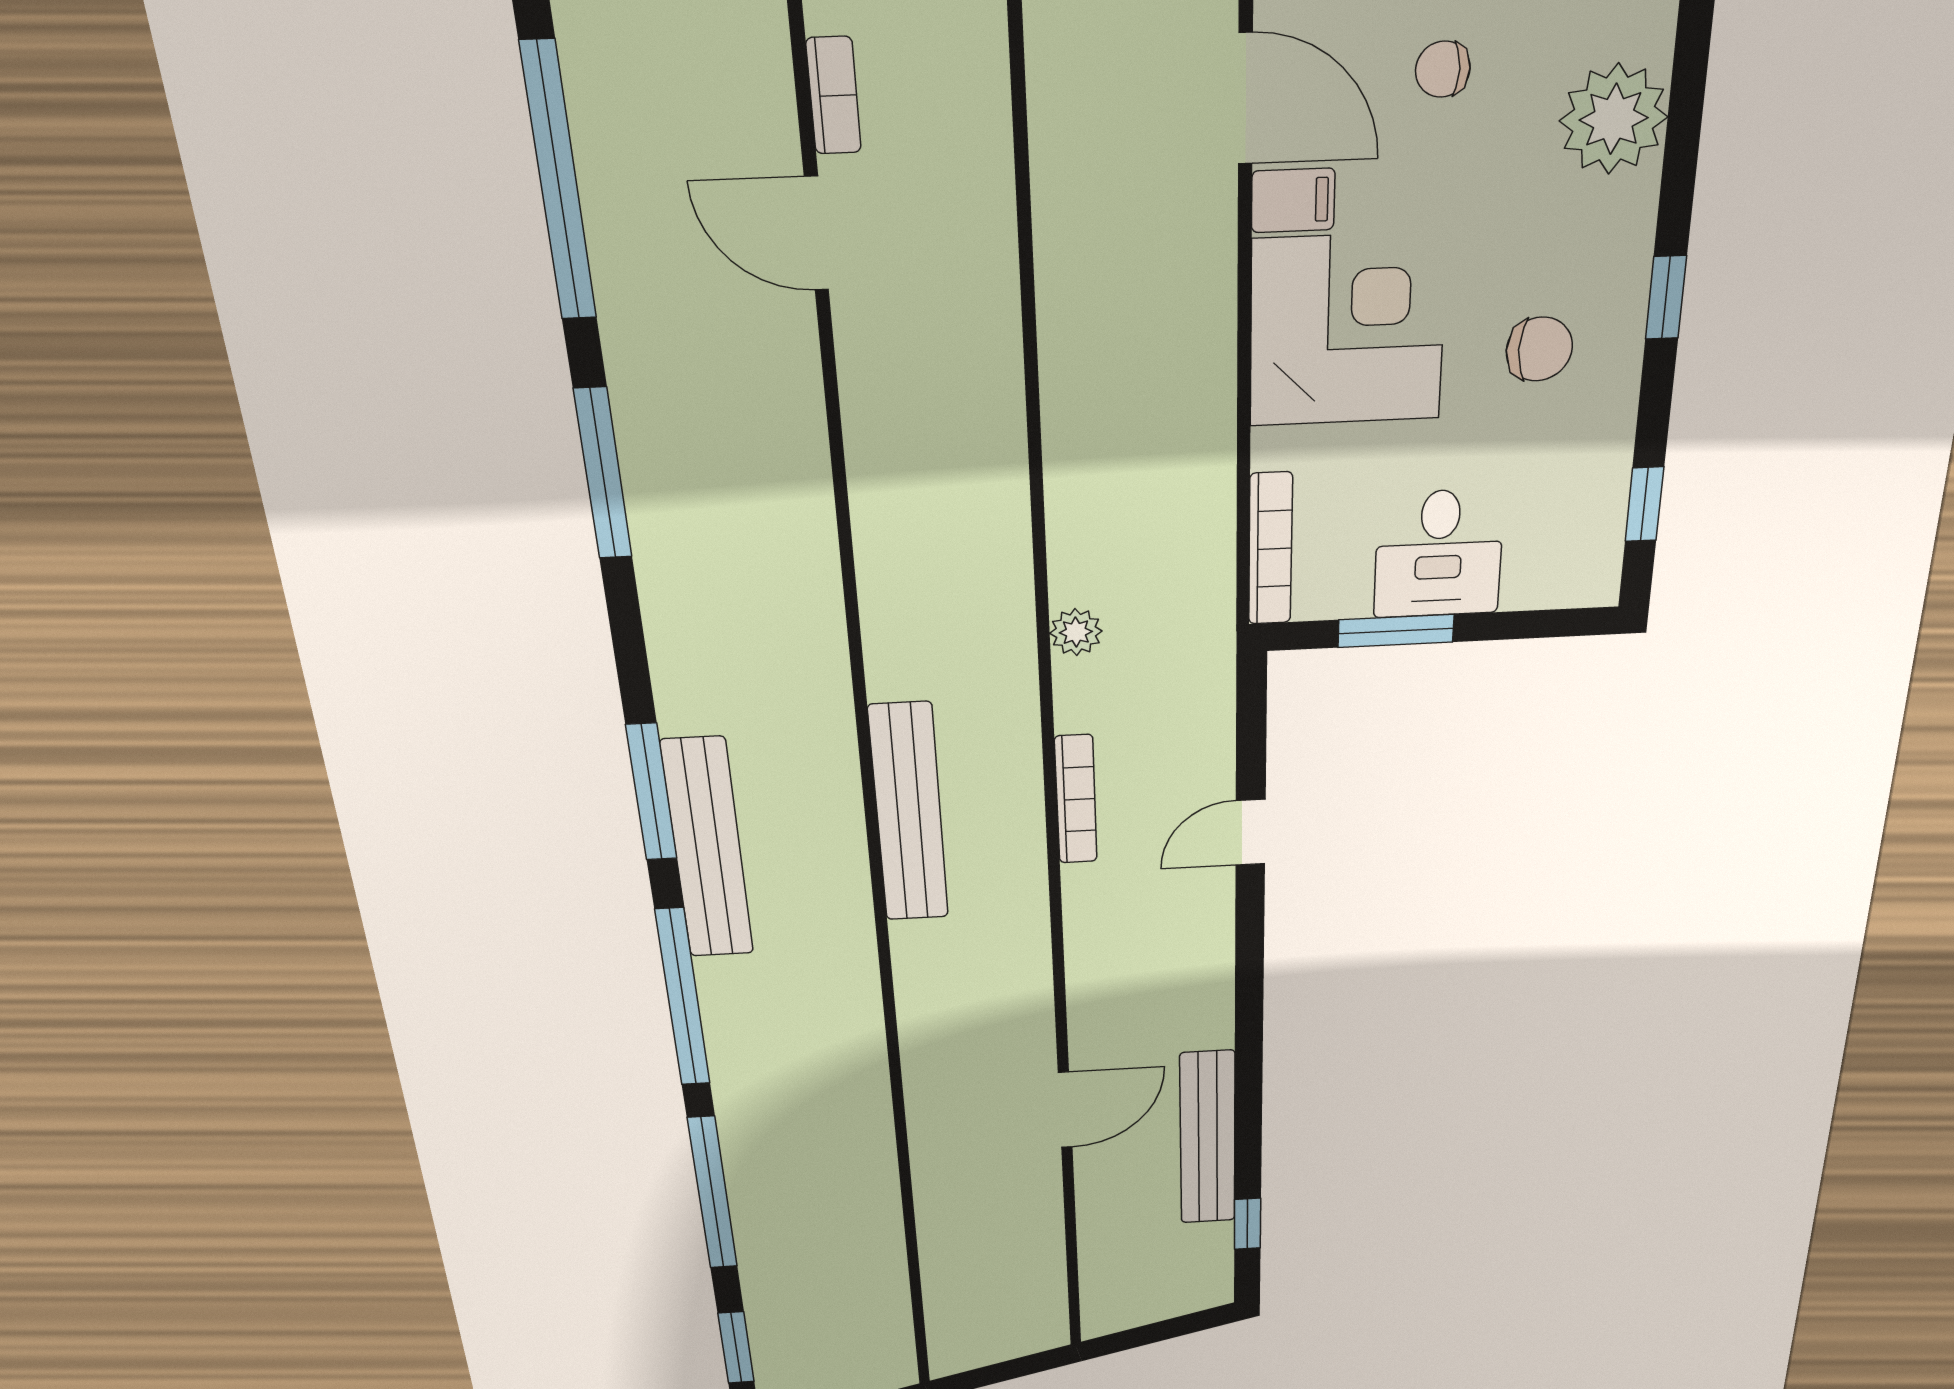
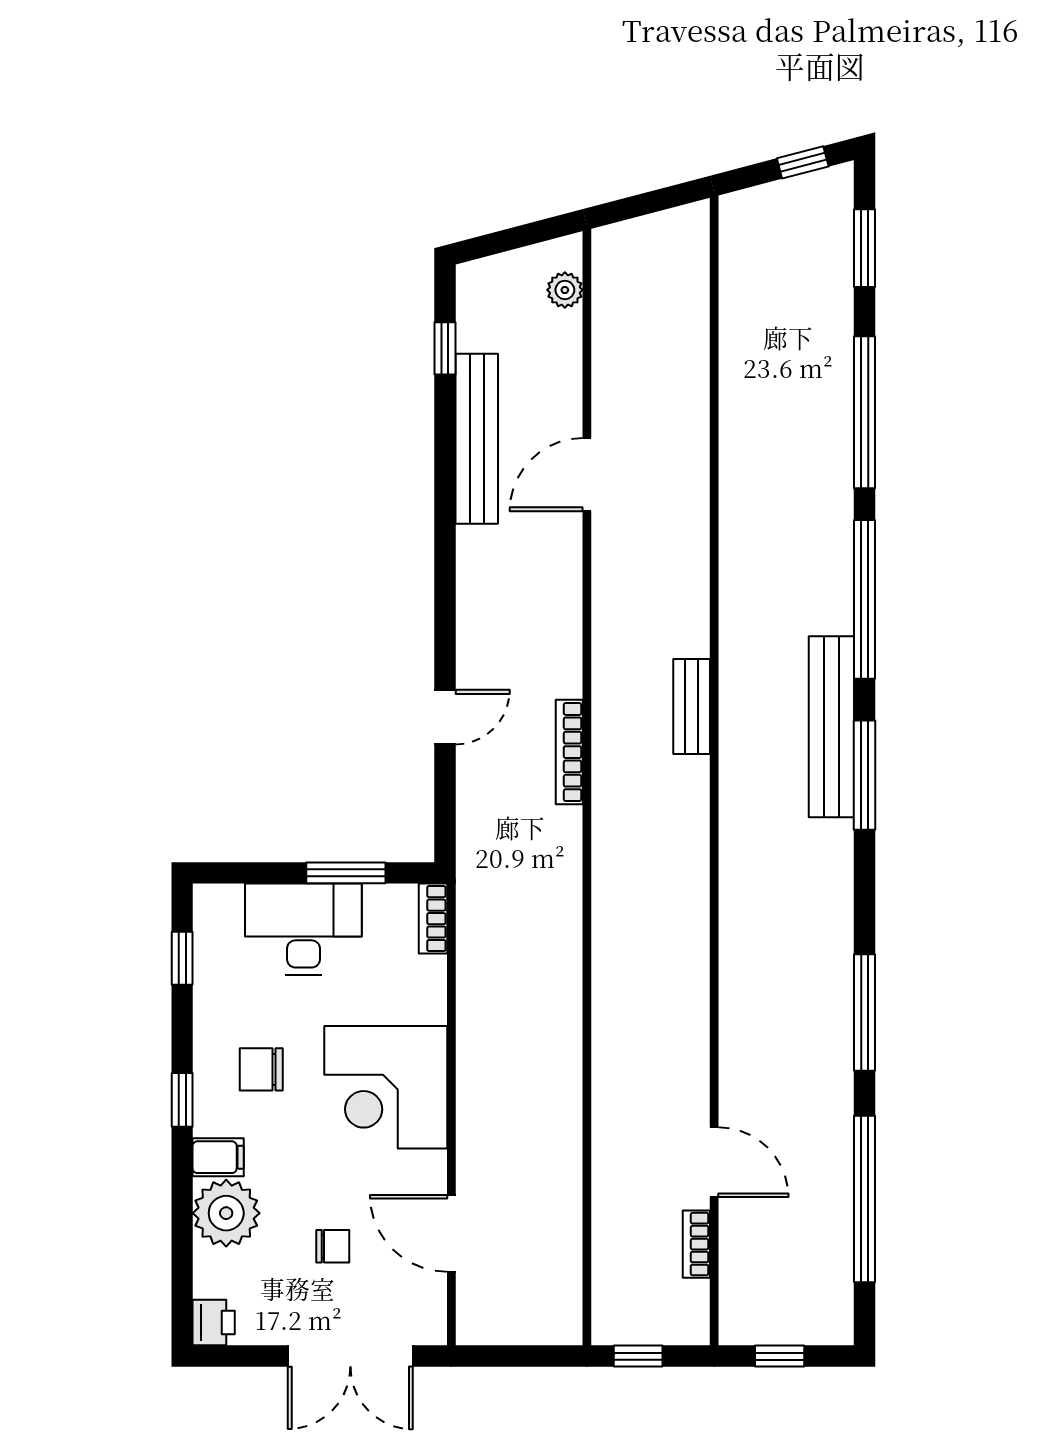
filing cabinet: (1293, 200) -> (218, 1157), moved, turned 180
bookcase: (1270, 549) -> (433, 919), width x0.64
desk: (1439, 554) -> (303, 929), width x1.37
plant: (1076, 632) -> (565, 290), moved
bench: (909, 813) -> (692, 706), width x0.54, depth x0.82

